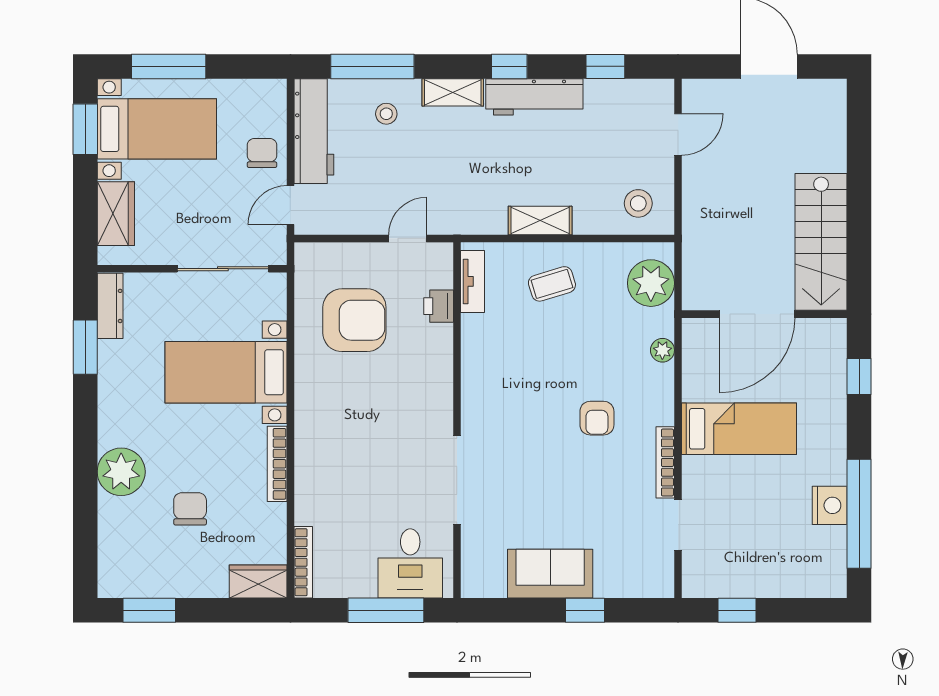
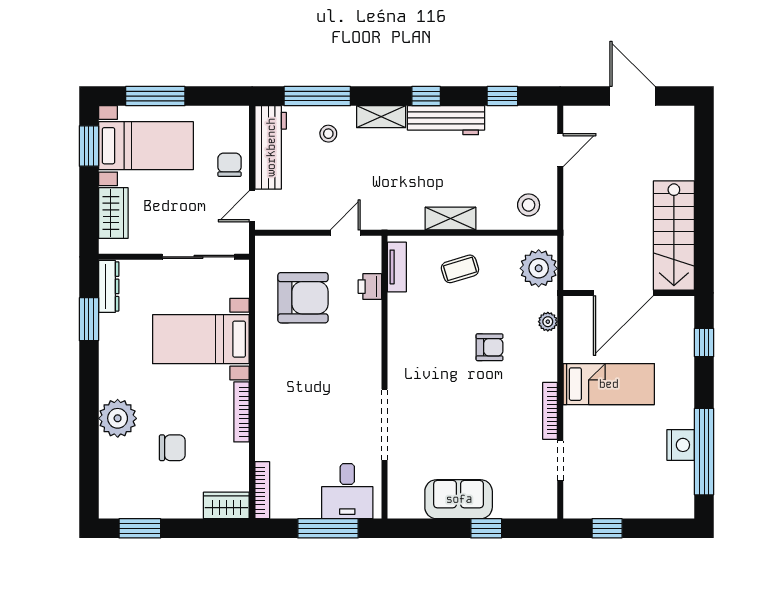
armchair: (597, 418) -> (490, 347), moved, turned -90
chair: (190, 509) -> (172, 448), turned 90

